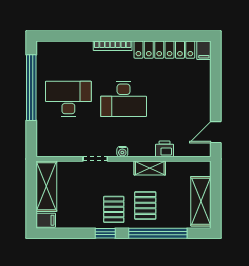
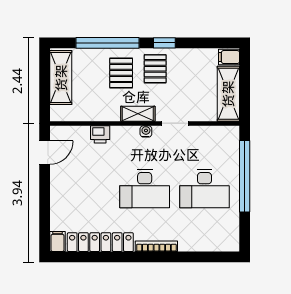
window: (31, 88) -> (245, 176), moved
desk: (124, 99) -> (145, 189), turned 180
shelving: (150, 168) -> (138, 114), moved

